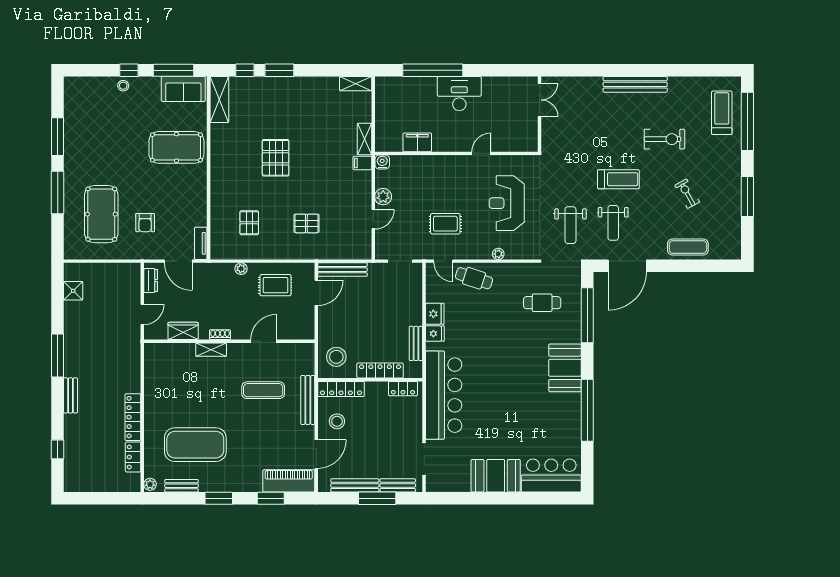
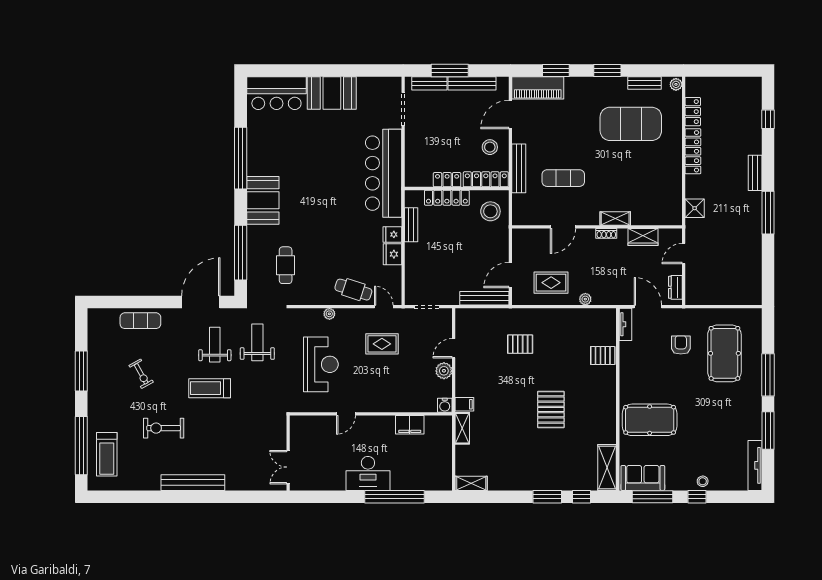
tv unit: (71, 102) -> (755, 465), added
pallet: (249, 223) -> (603, 356), moved, turned 90
shower: (73, 291) -> (695, 208), moved
cafe table: (542, 303) -> (286, 265), turned 90
locker: (403, 389) -> (447, 180), moved

